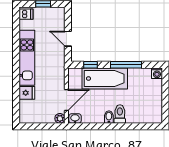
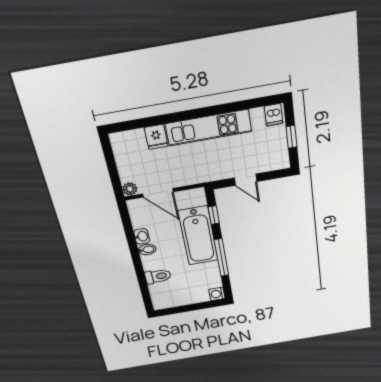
door: (68, 39) -> (246, 180), swing flipped
toilet: (120, 114) -> (158, 276), moved
washbasin: (75, 118) -> (142, 236), moved

